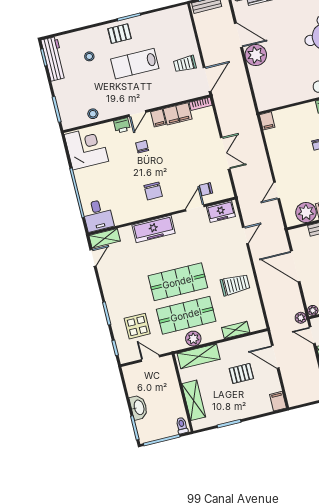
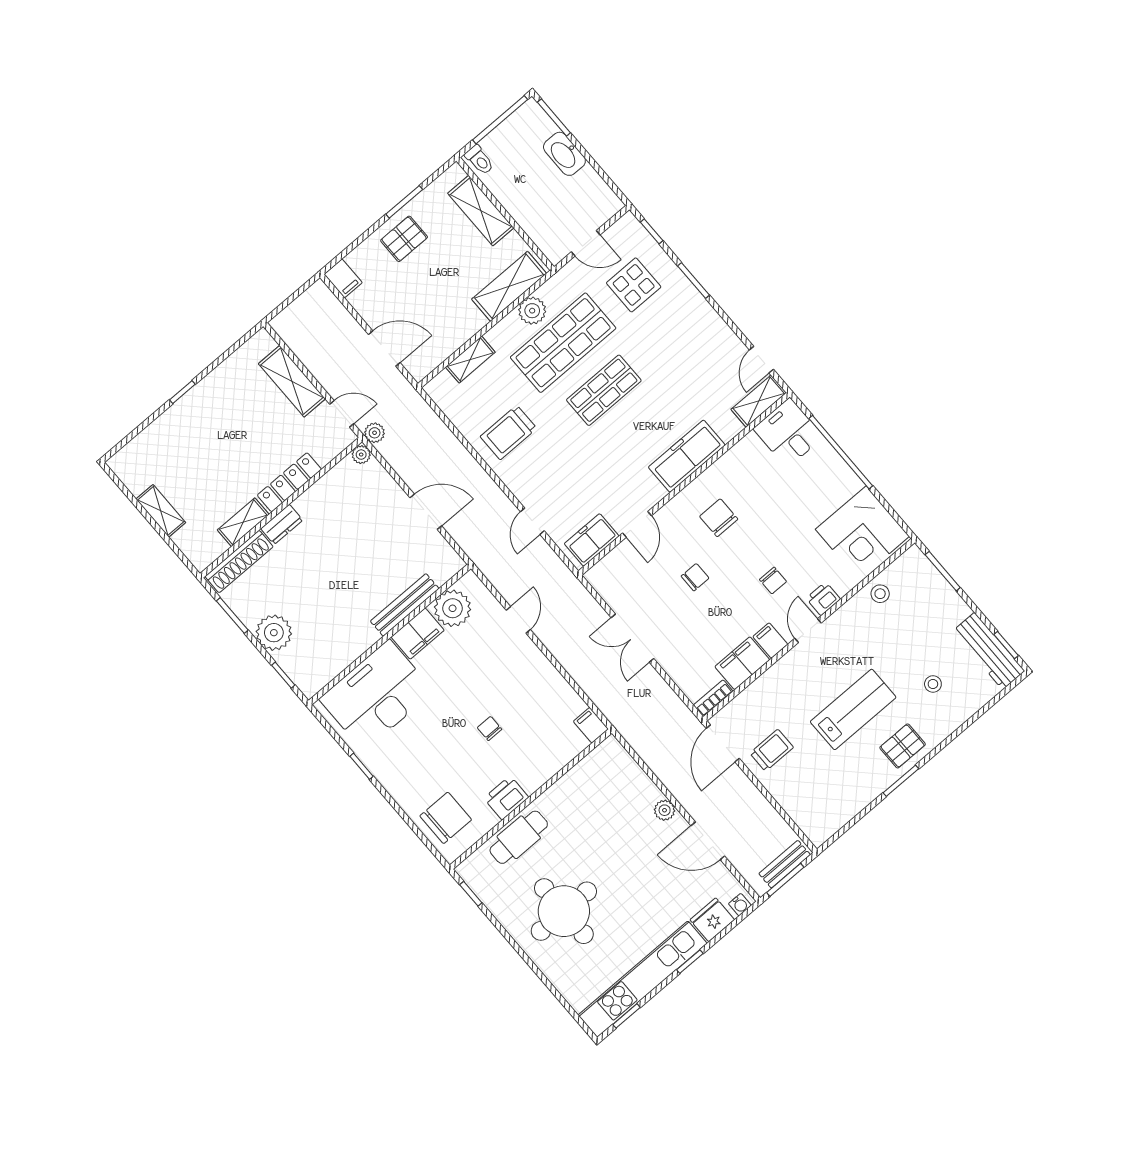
plant: (256, 55) -> (665, 810), width x0.53, depth x0.53
chair: (206, 189) -> (695, 577), moved
door: (295, 266) -> (426, 512), width x0.73
shop shelf: (178, 282) -> (604, 390), width x0.70, depth x0.74
pallet: (241, 373) -> (404, 239), moved

